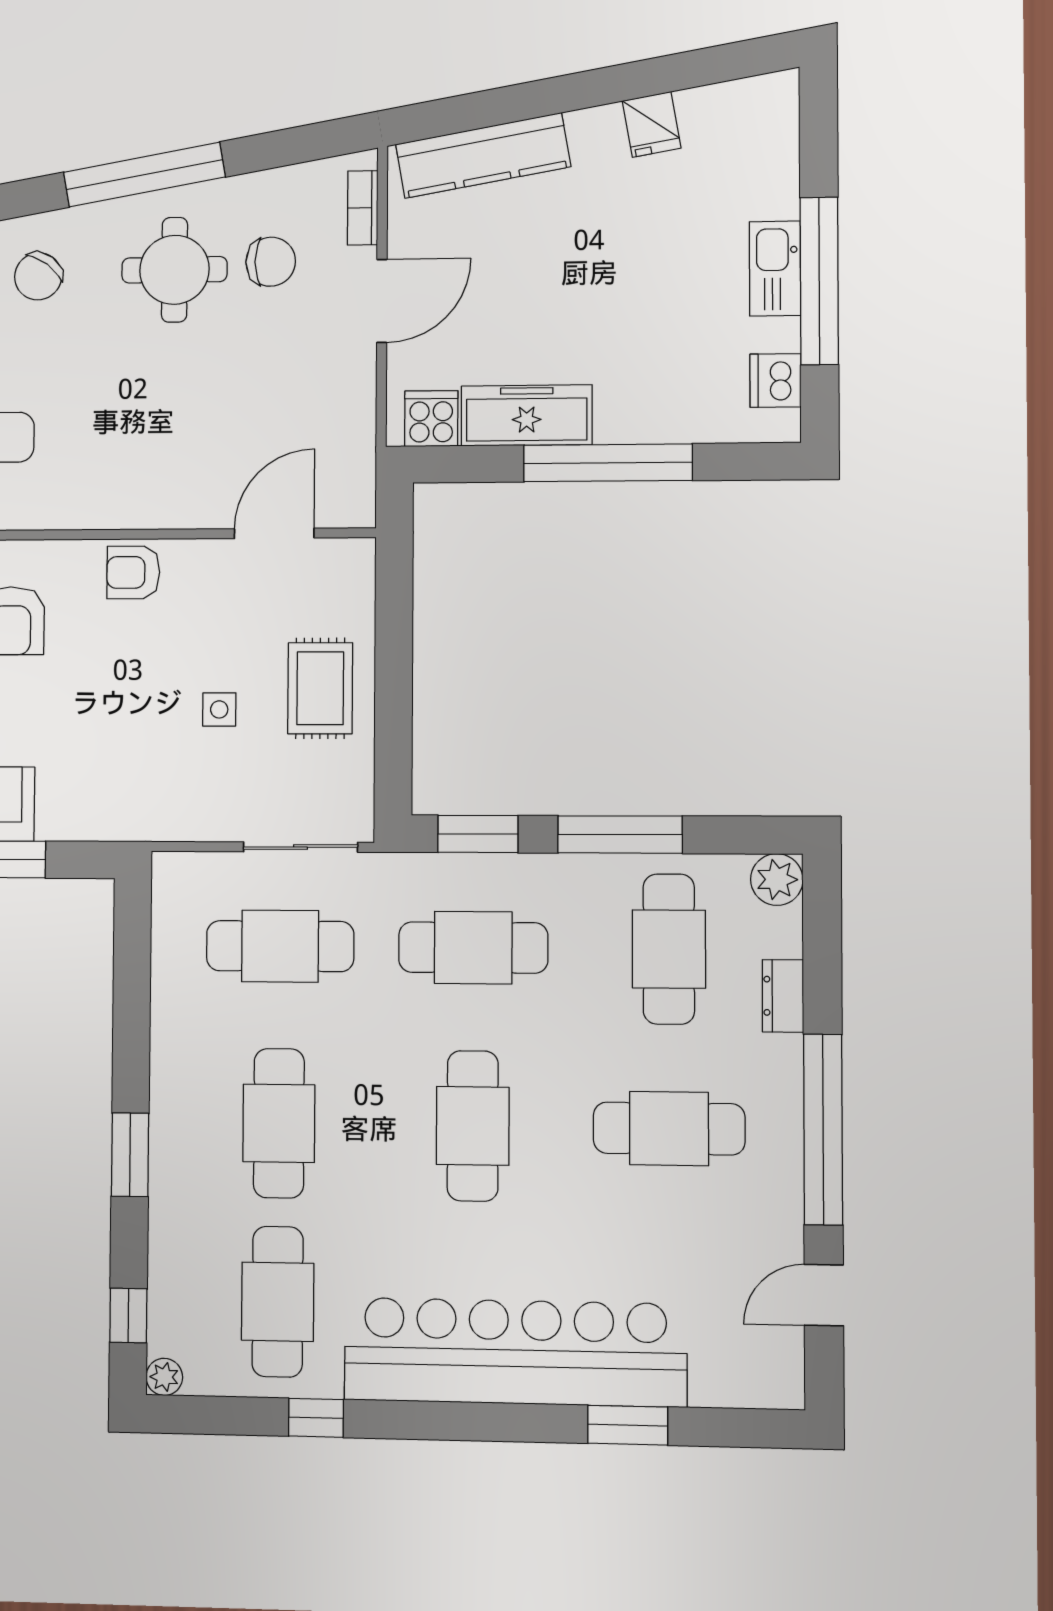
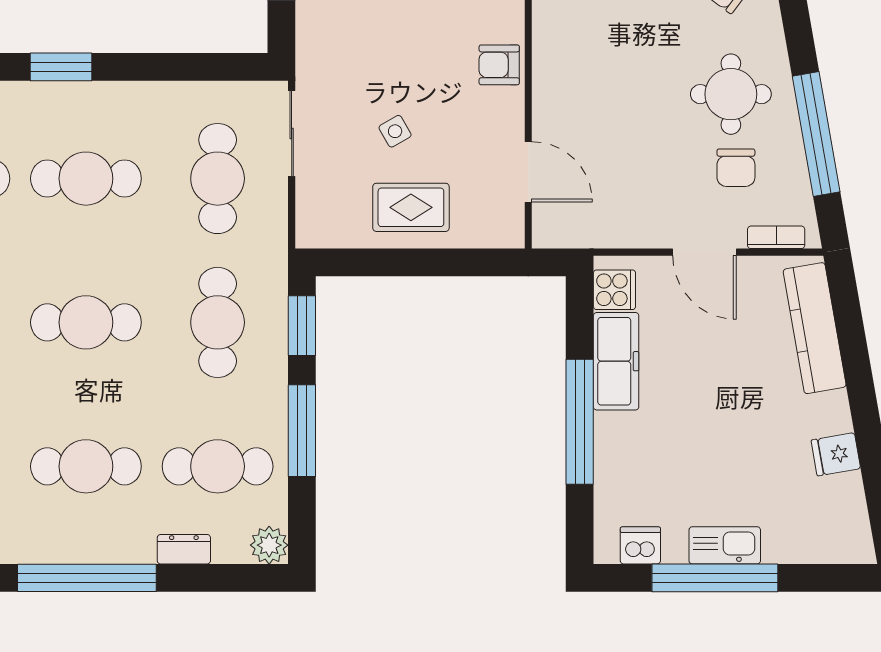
window: (144, 175) -> (816, 134), moved
armchair: (133, 572) -> (499, 65), turned -90
side table: (219, 709) -> (395, 131), turned -30
sliding door: (300, 847) -> (292, 133), moved
cafe table: (669, 1129) -> (86, 466), turned 90

